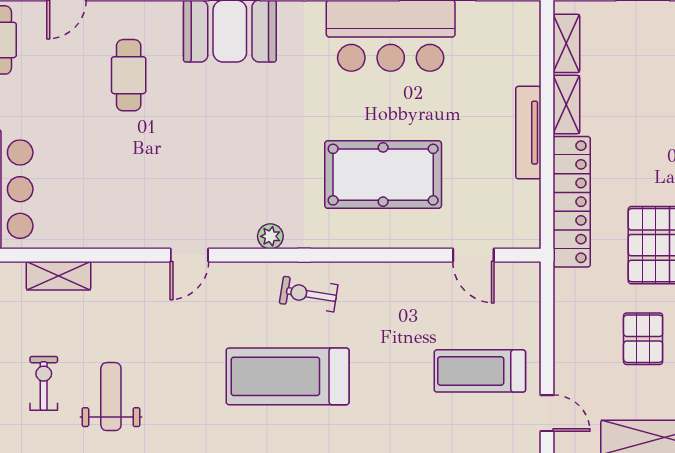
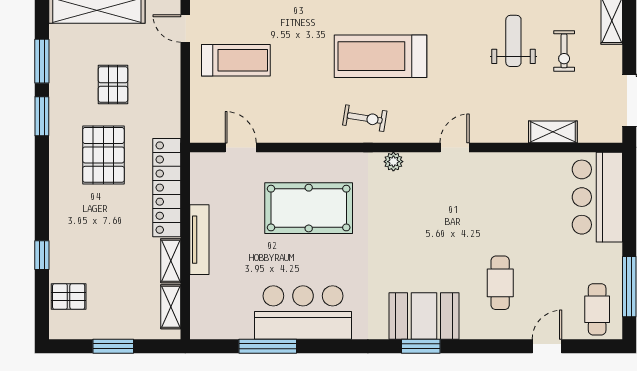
treadmill: (288, 376) -> (381, 56), turned 180
weight bench: (111, 397) -> (513, 41), turned 180

